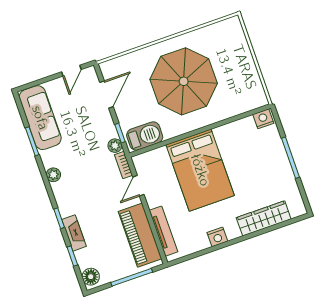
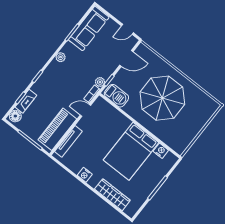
nightstand: (263, 119) -> (161, 151), moved
bed: (200, 170) -> (131, 151), moved
fireplace: (74, 233) -> (26, 101), moved

